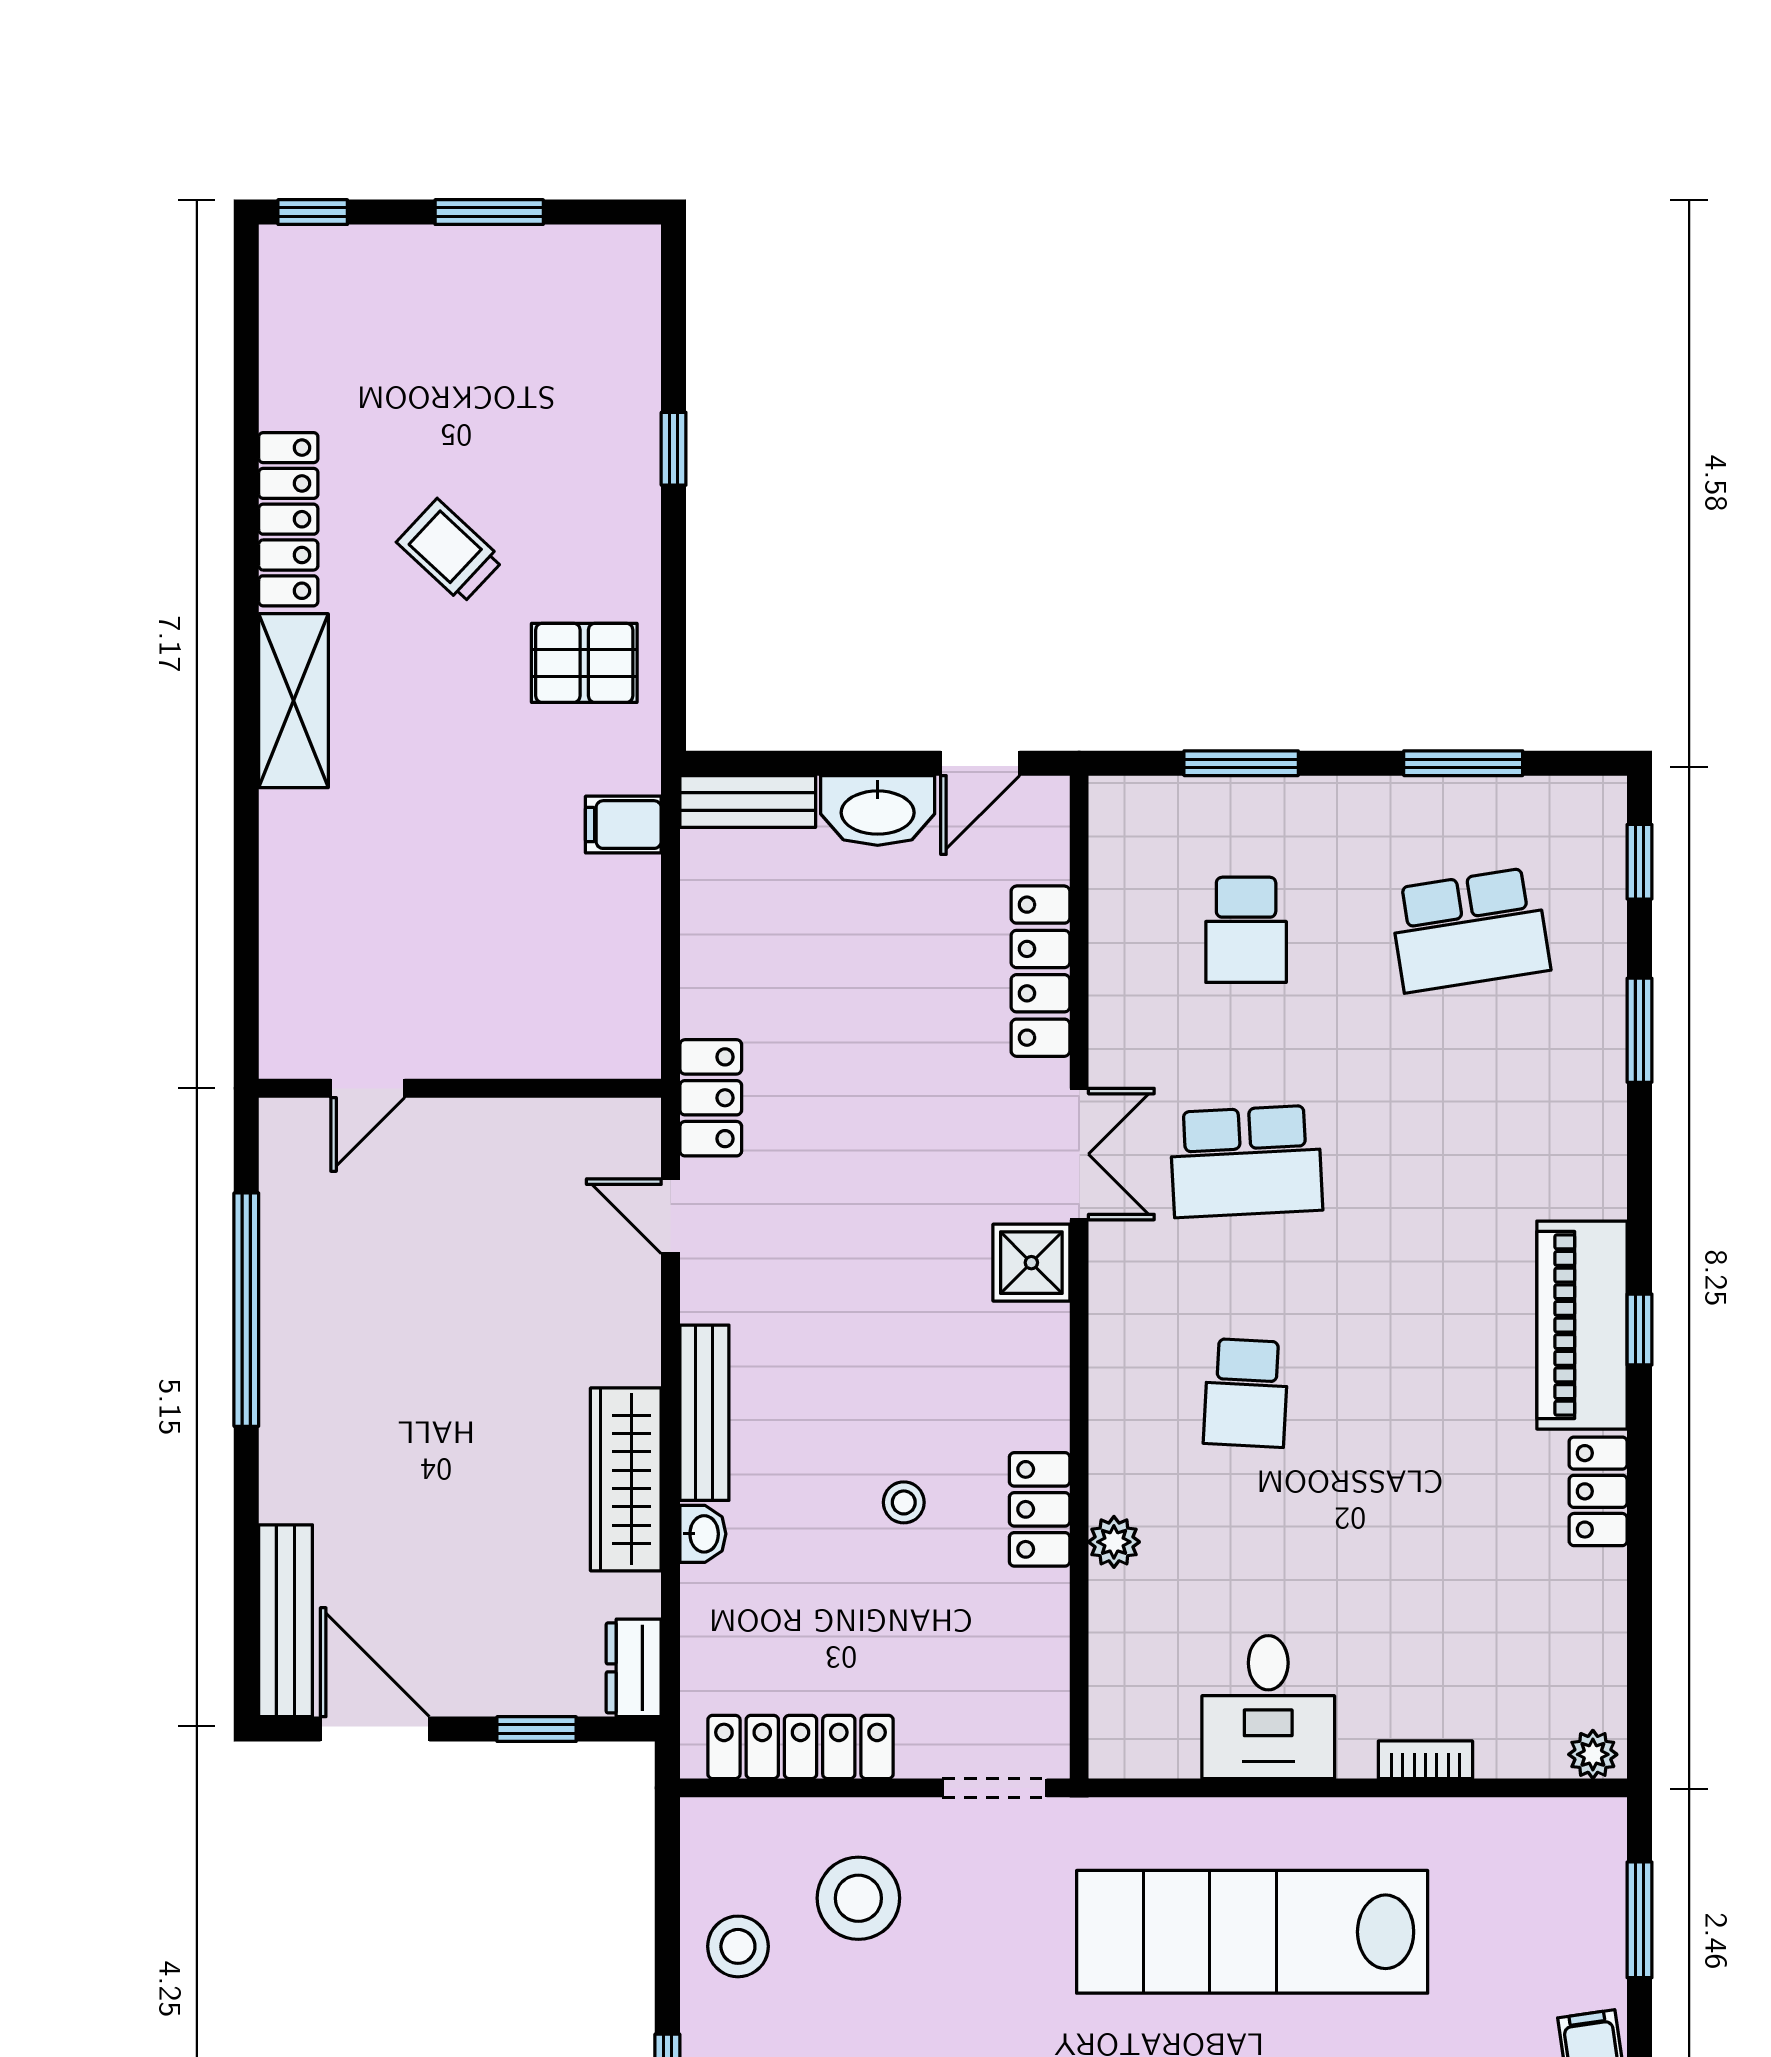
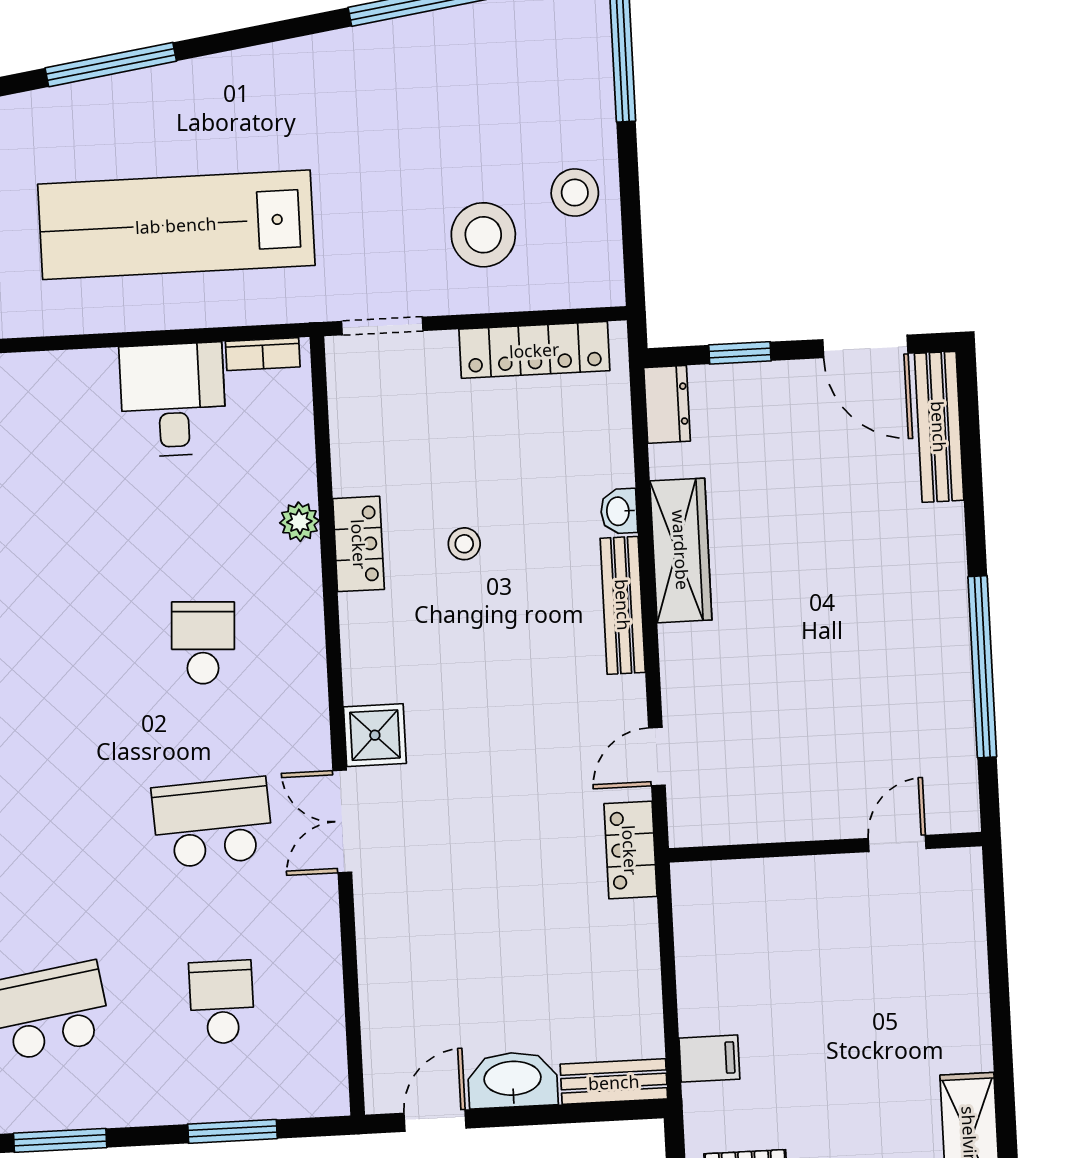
locker: (1040, 971) -> (380, 962), removed
door: (670, 1216) -> (657, 757), swing flipped
bookcase: (1425, 1760) -> (263, 354), moved
lab bench: (1252, 1932) -> (176, 225), turned 180

